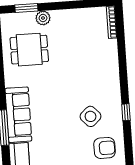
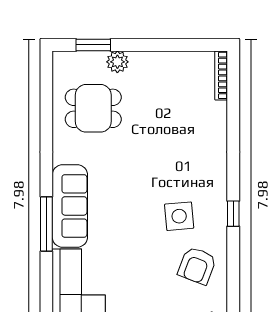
side table: (90, 116) -> (179, 216), turned 38
armchair: (105, 148) -> (197, 266), turned 111

